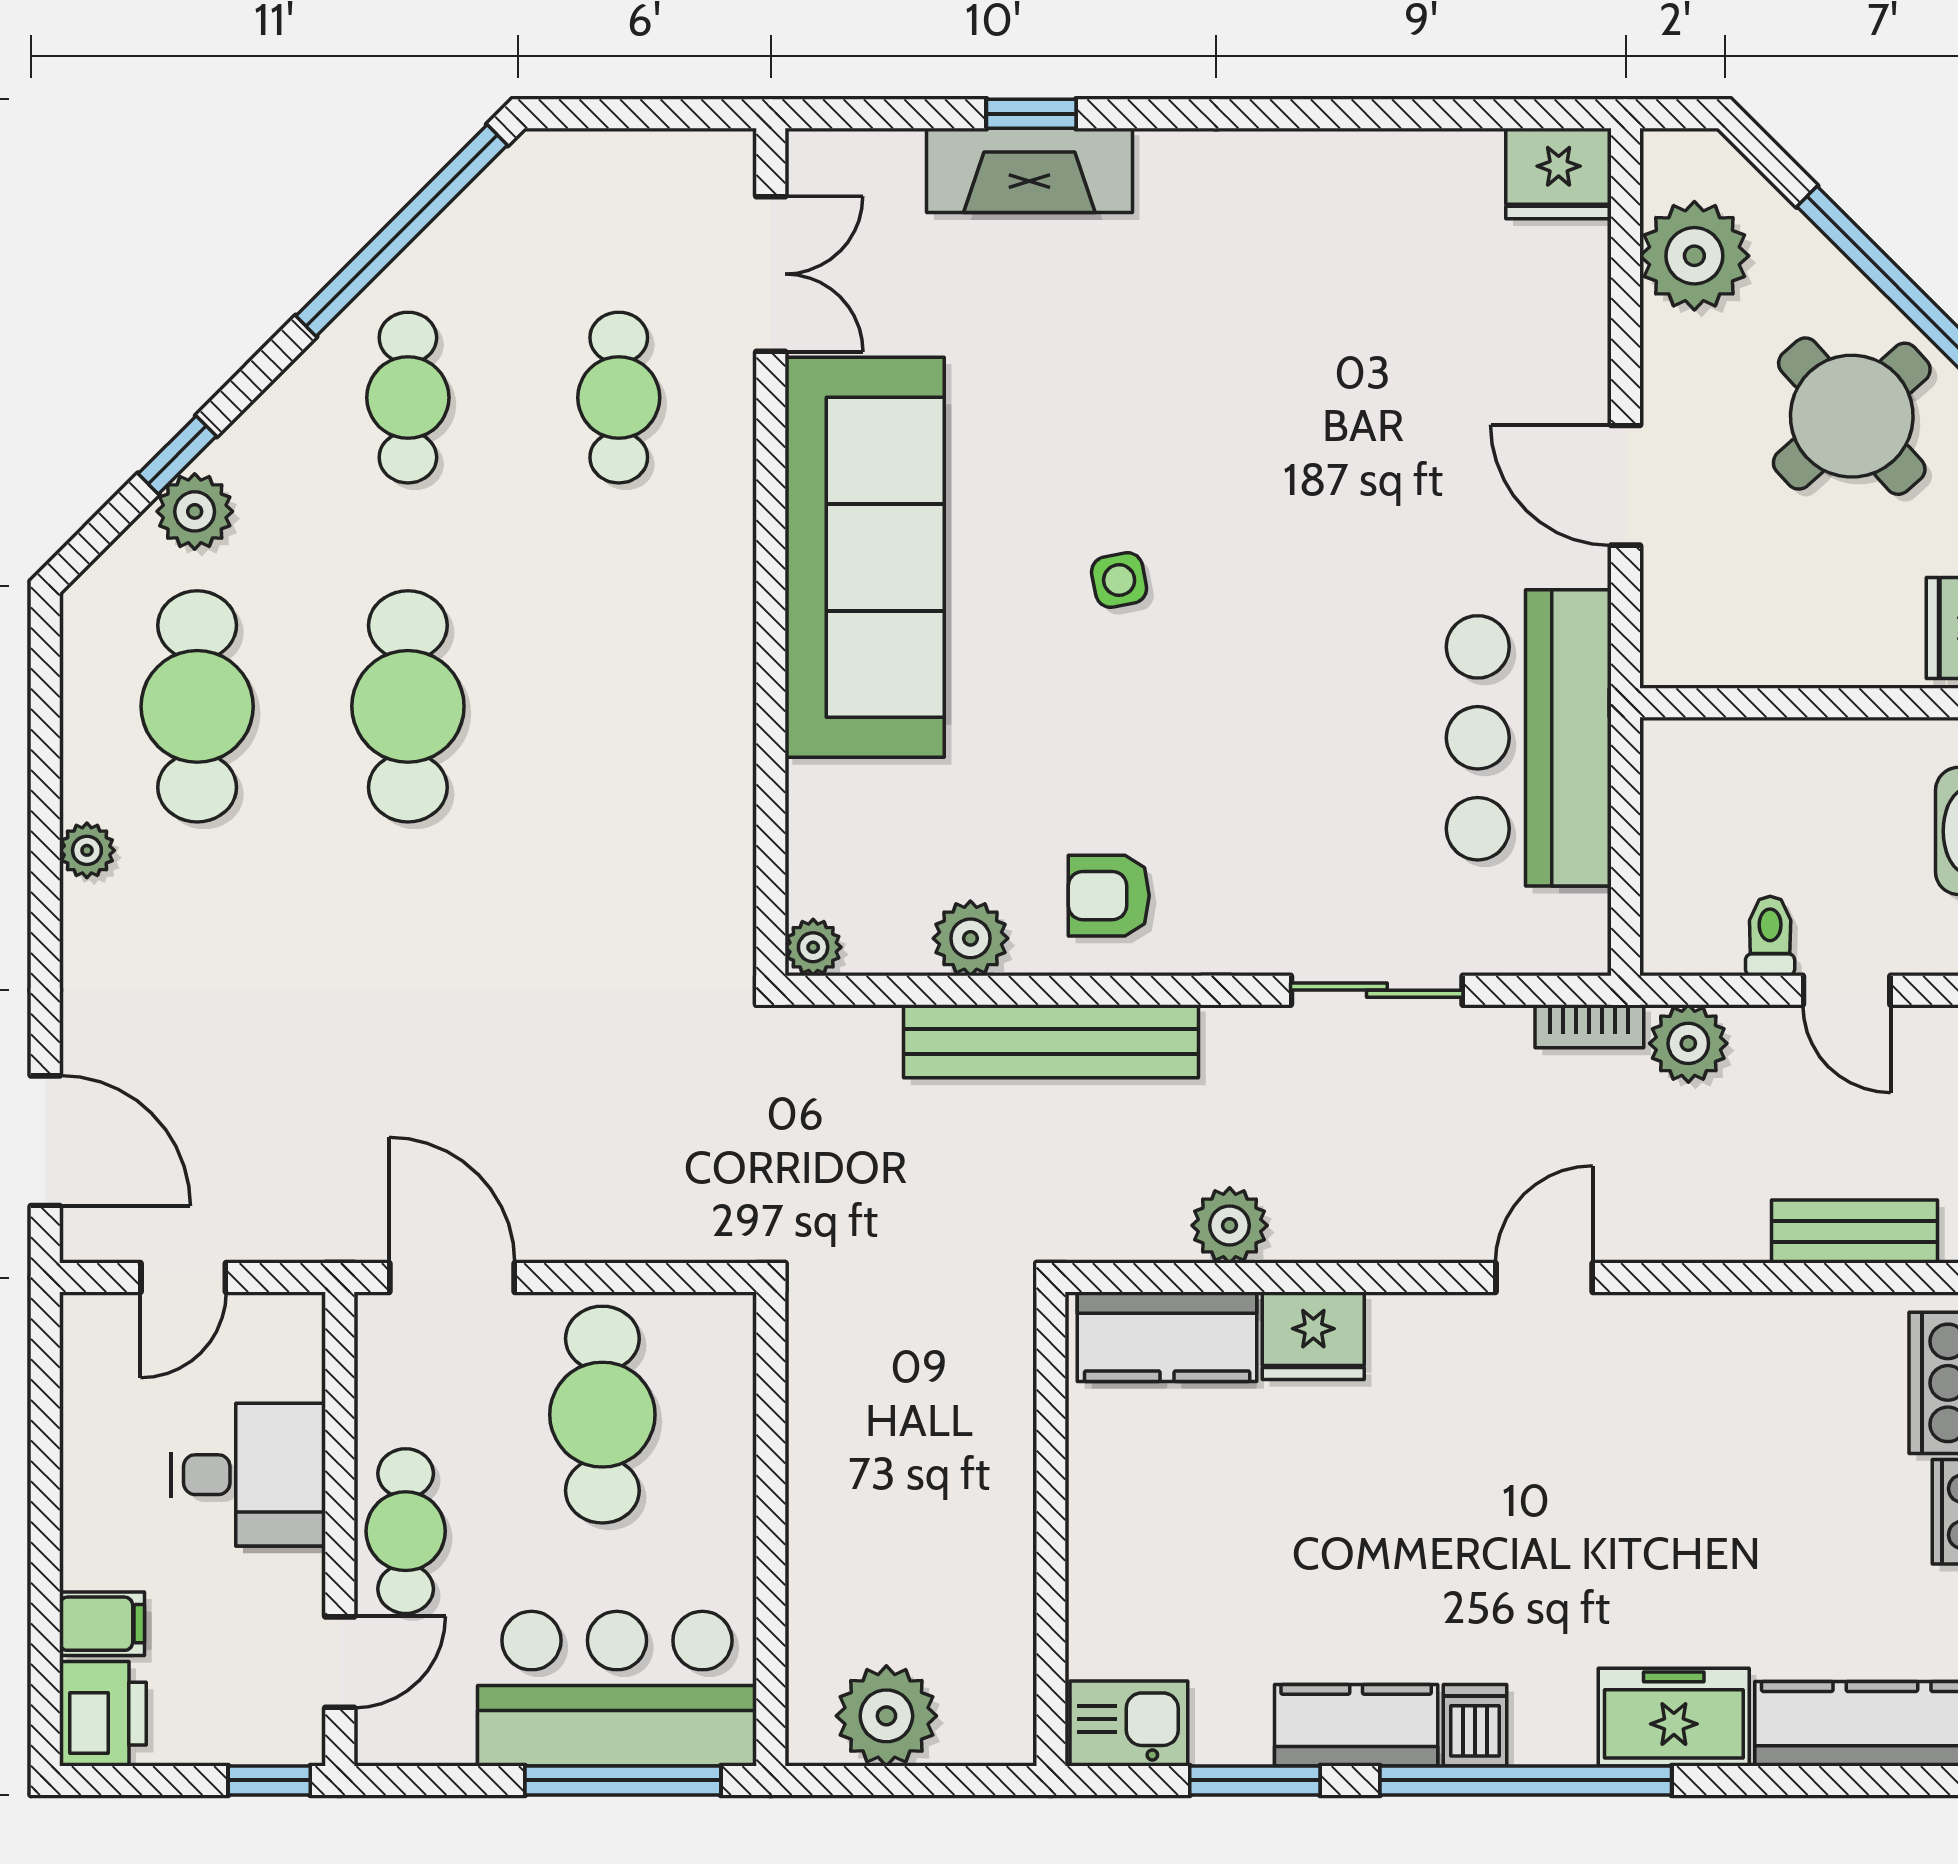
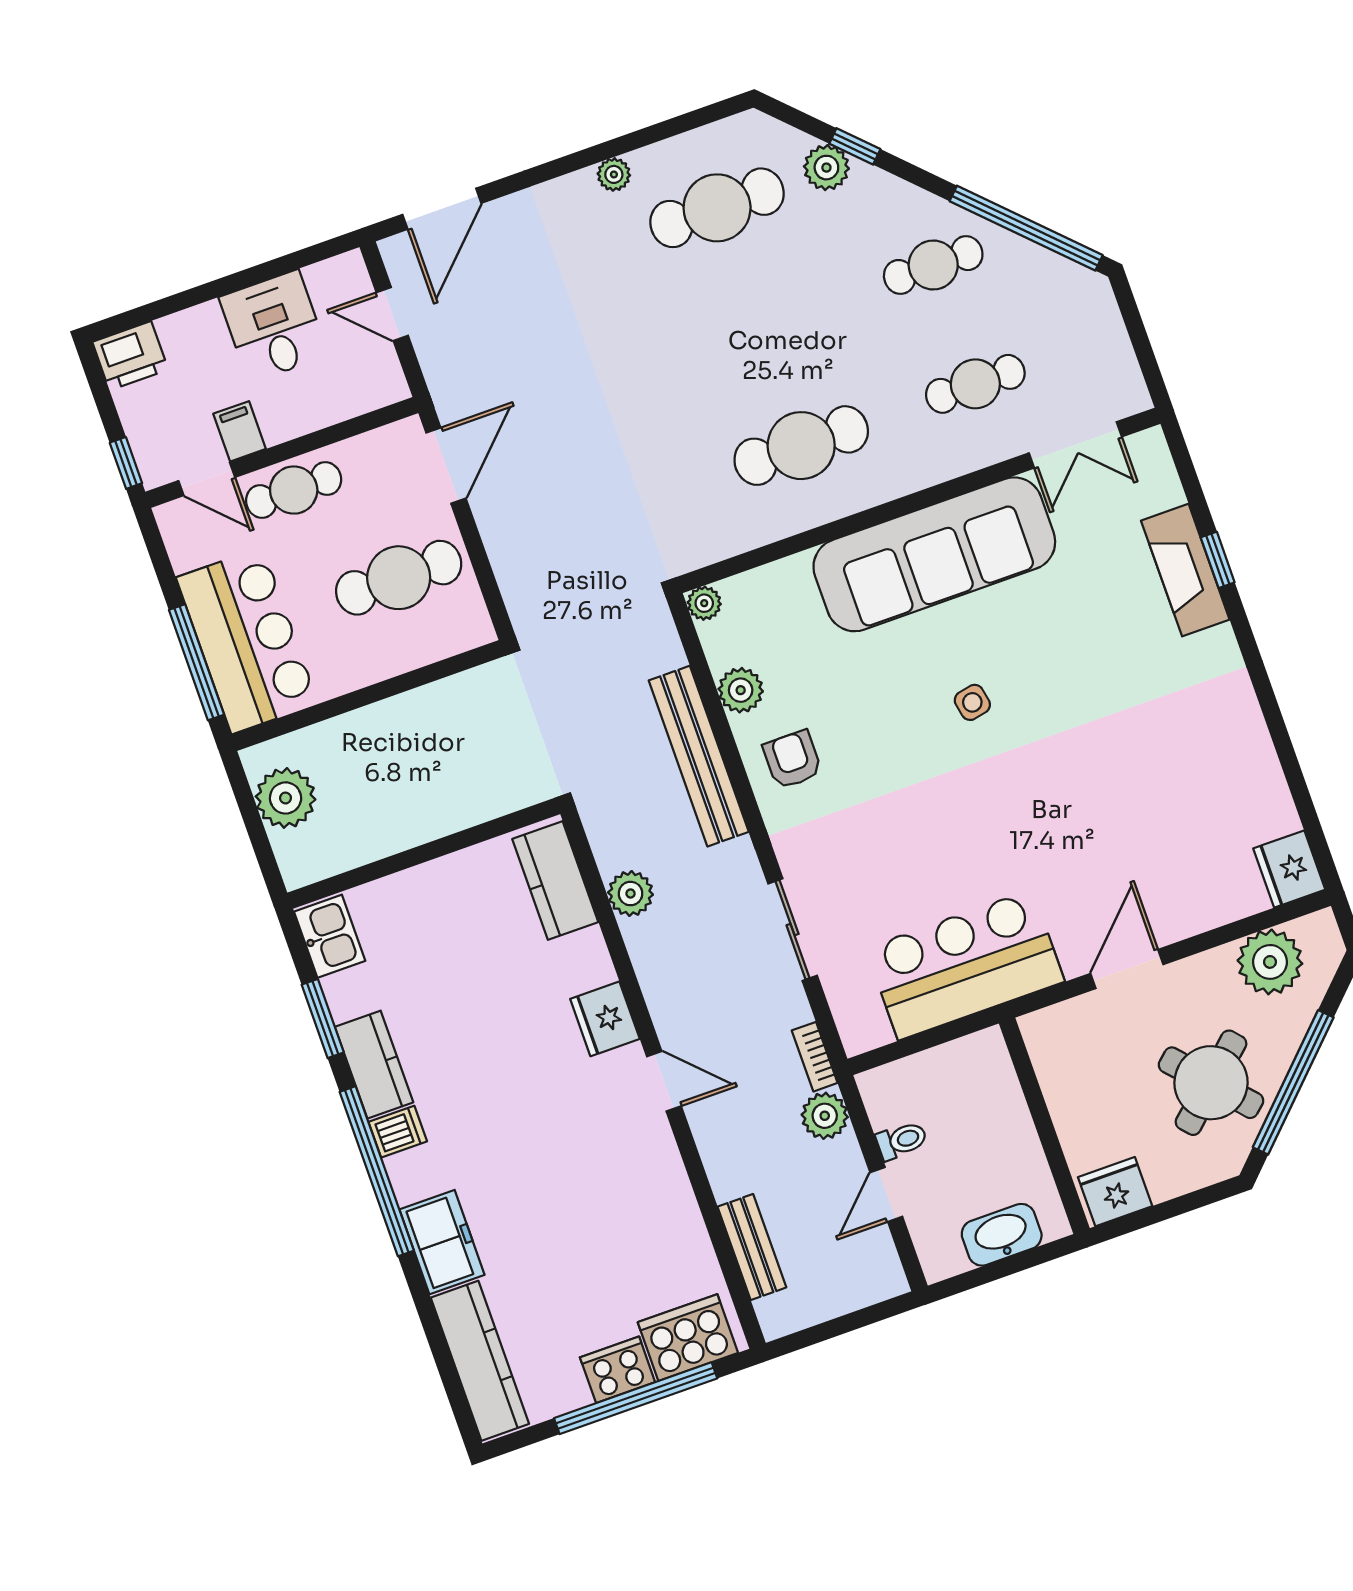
cafe table: (408, 706) -> (801, 446), moved
fridge: (1313, 1336) -> (605, 1019), moved
desk: (248, 1475) -> (274, 326), moved, turned 180
filing cabinet: (102, 1624) -> (240, 431), moved, turned 180

